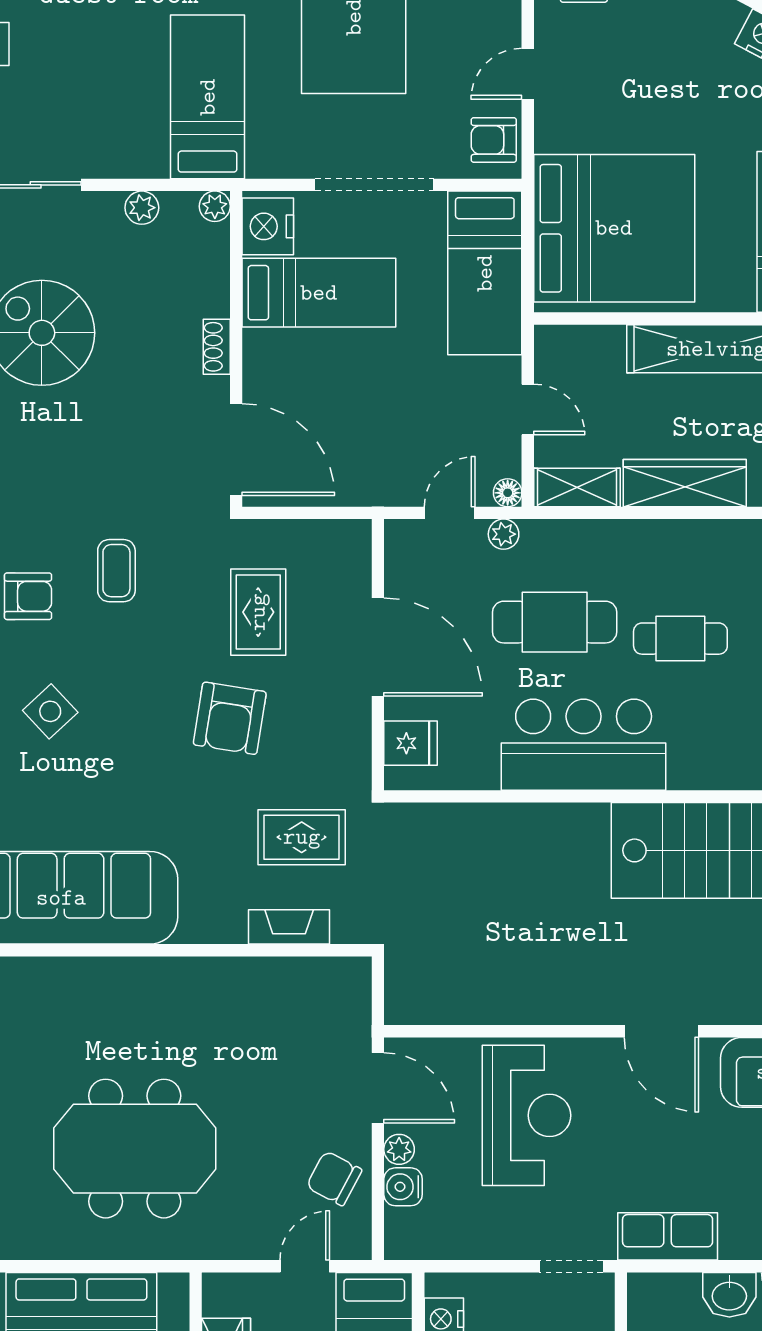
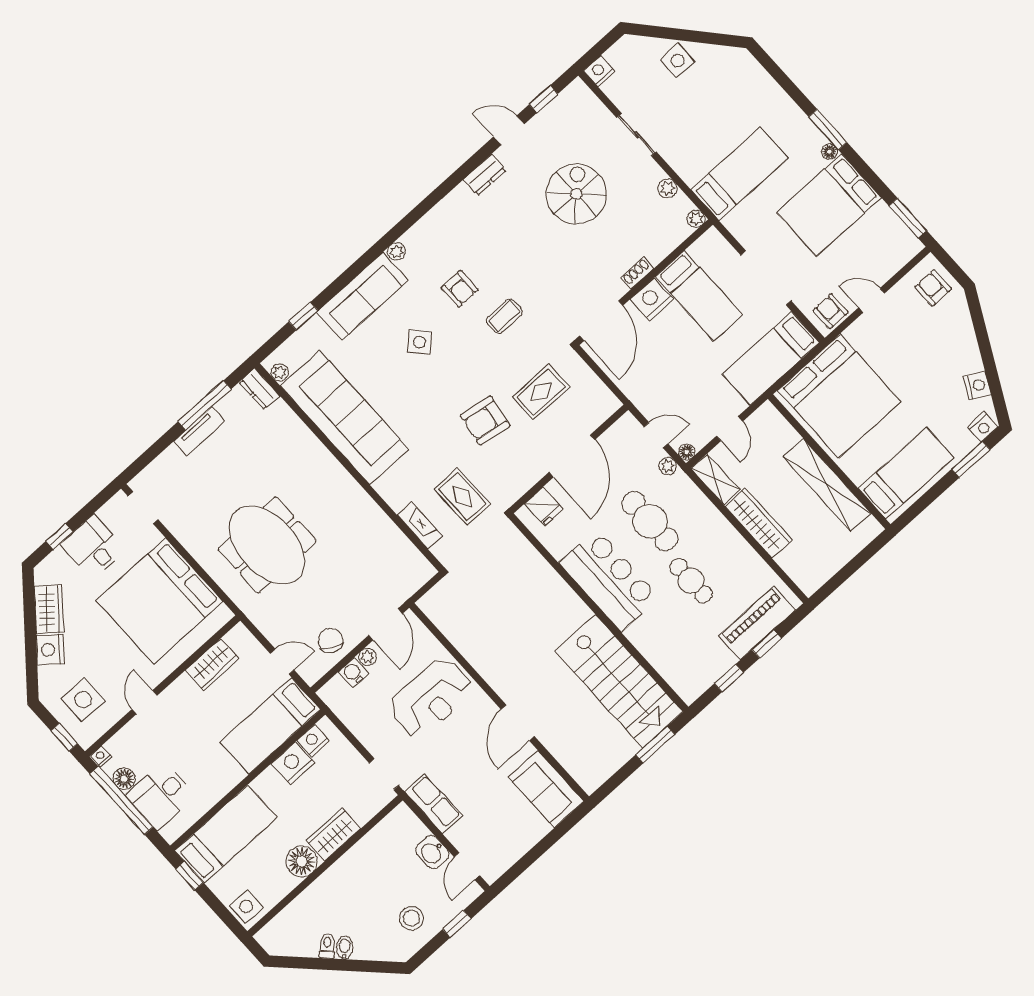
nightstand: (268, 226) -> (652, 299), moved

